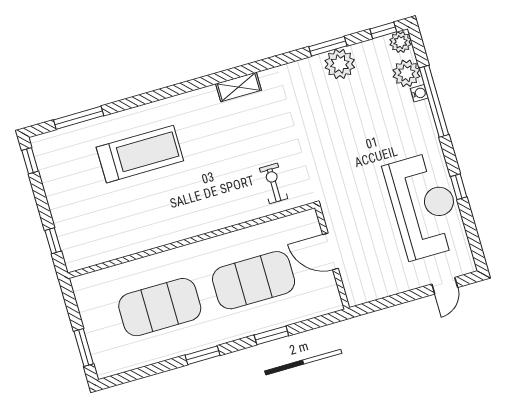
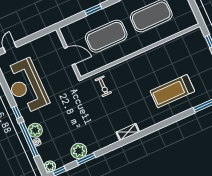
plant: (406, 73) -> (35, 130), moved
window: (459, 187) -> (17, 112), moved

